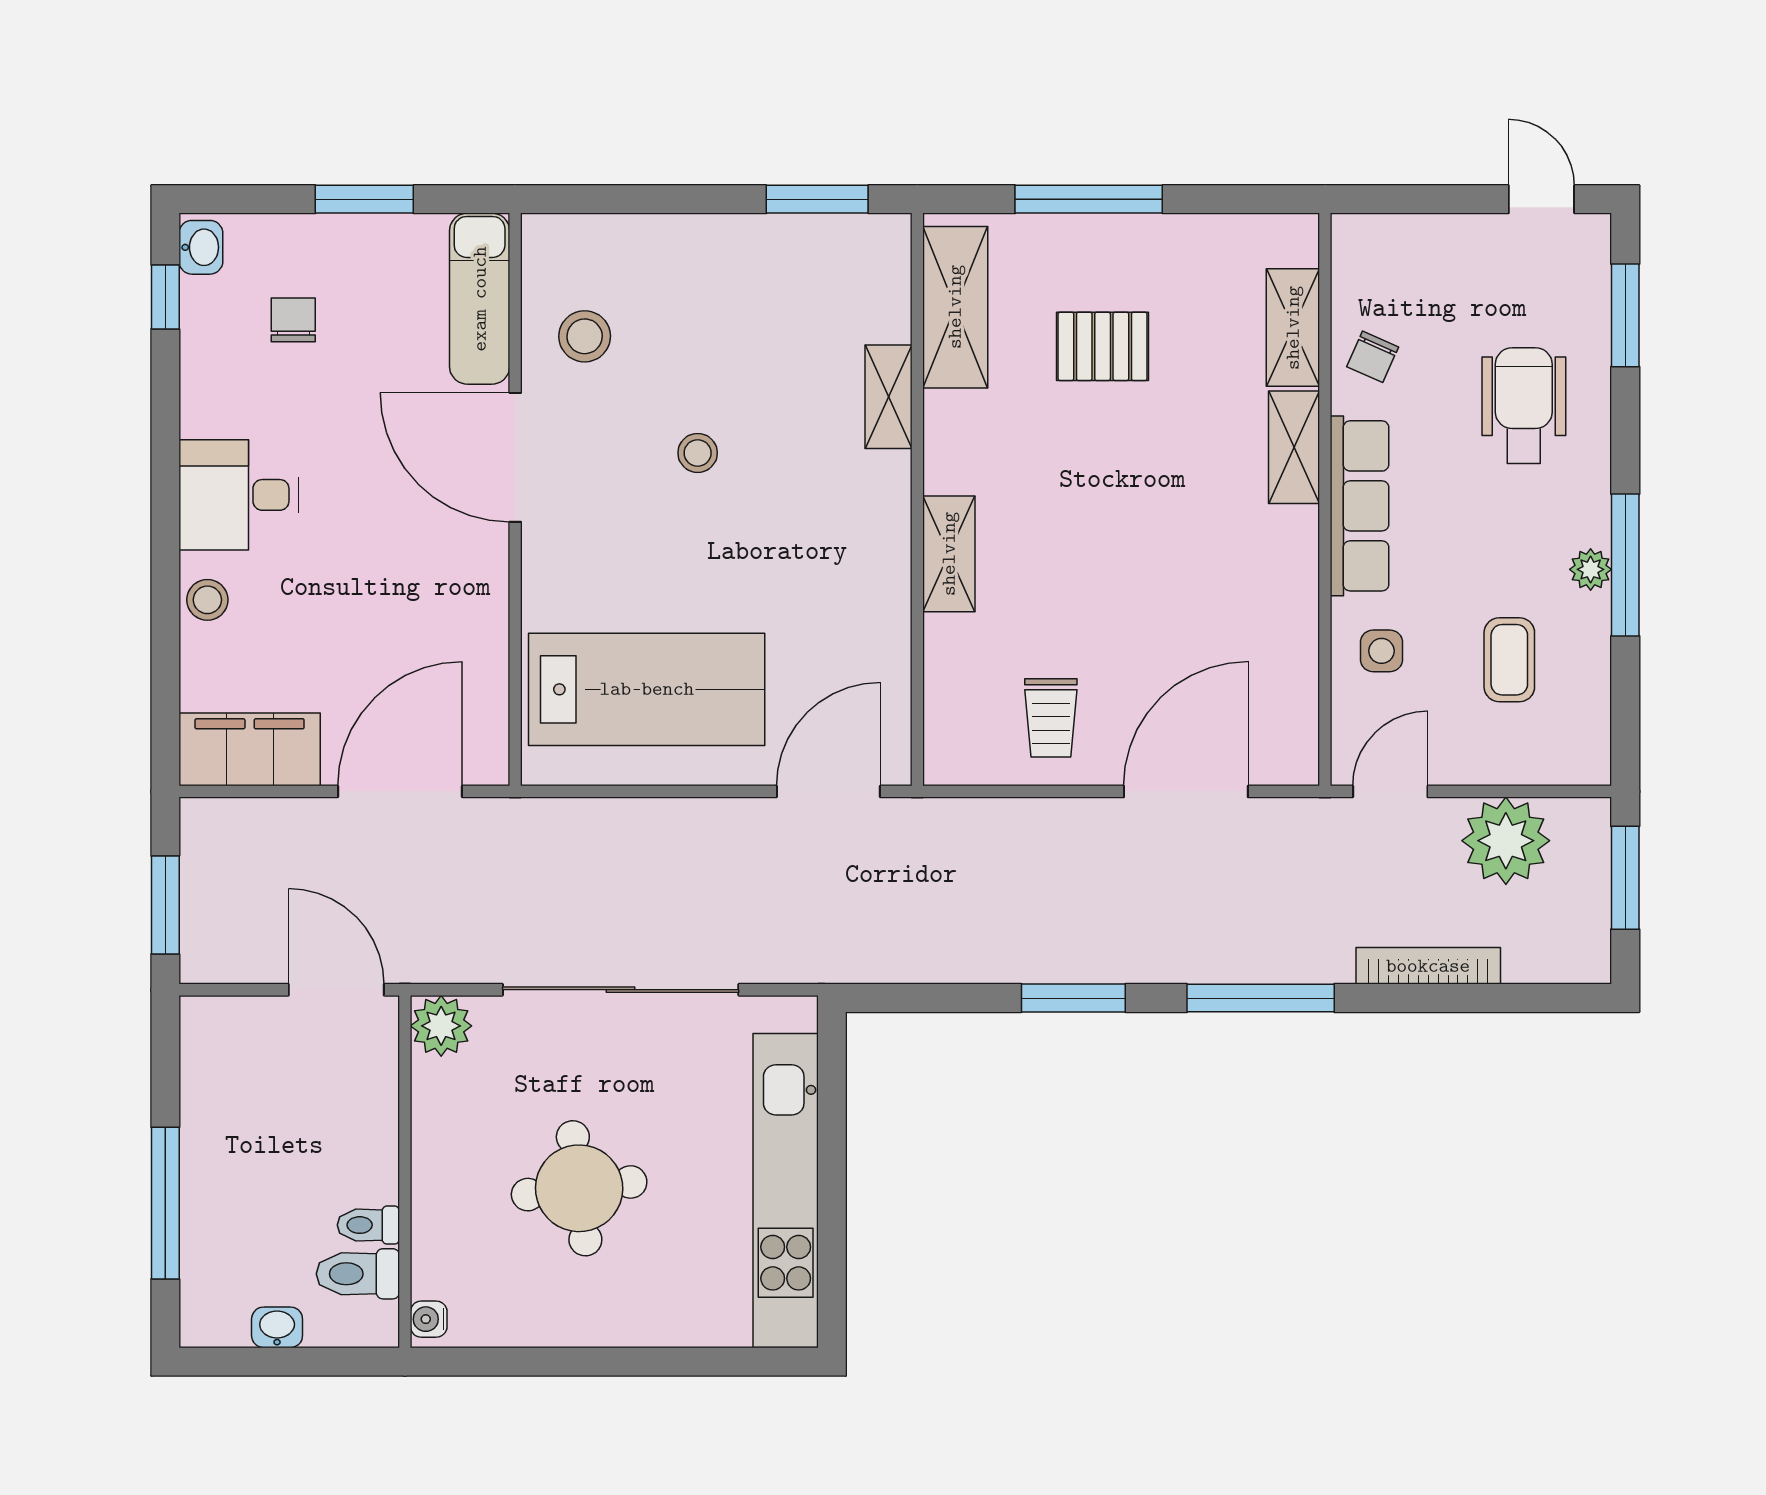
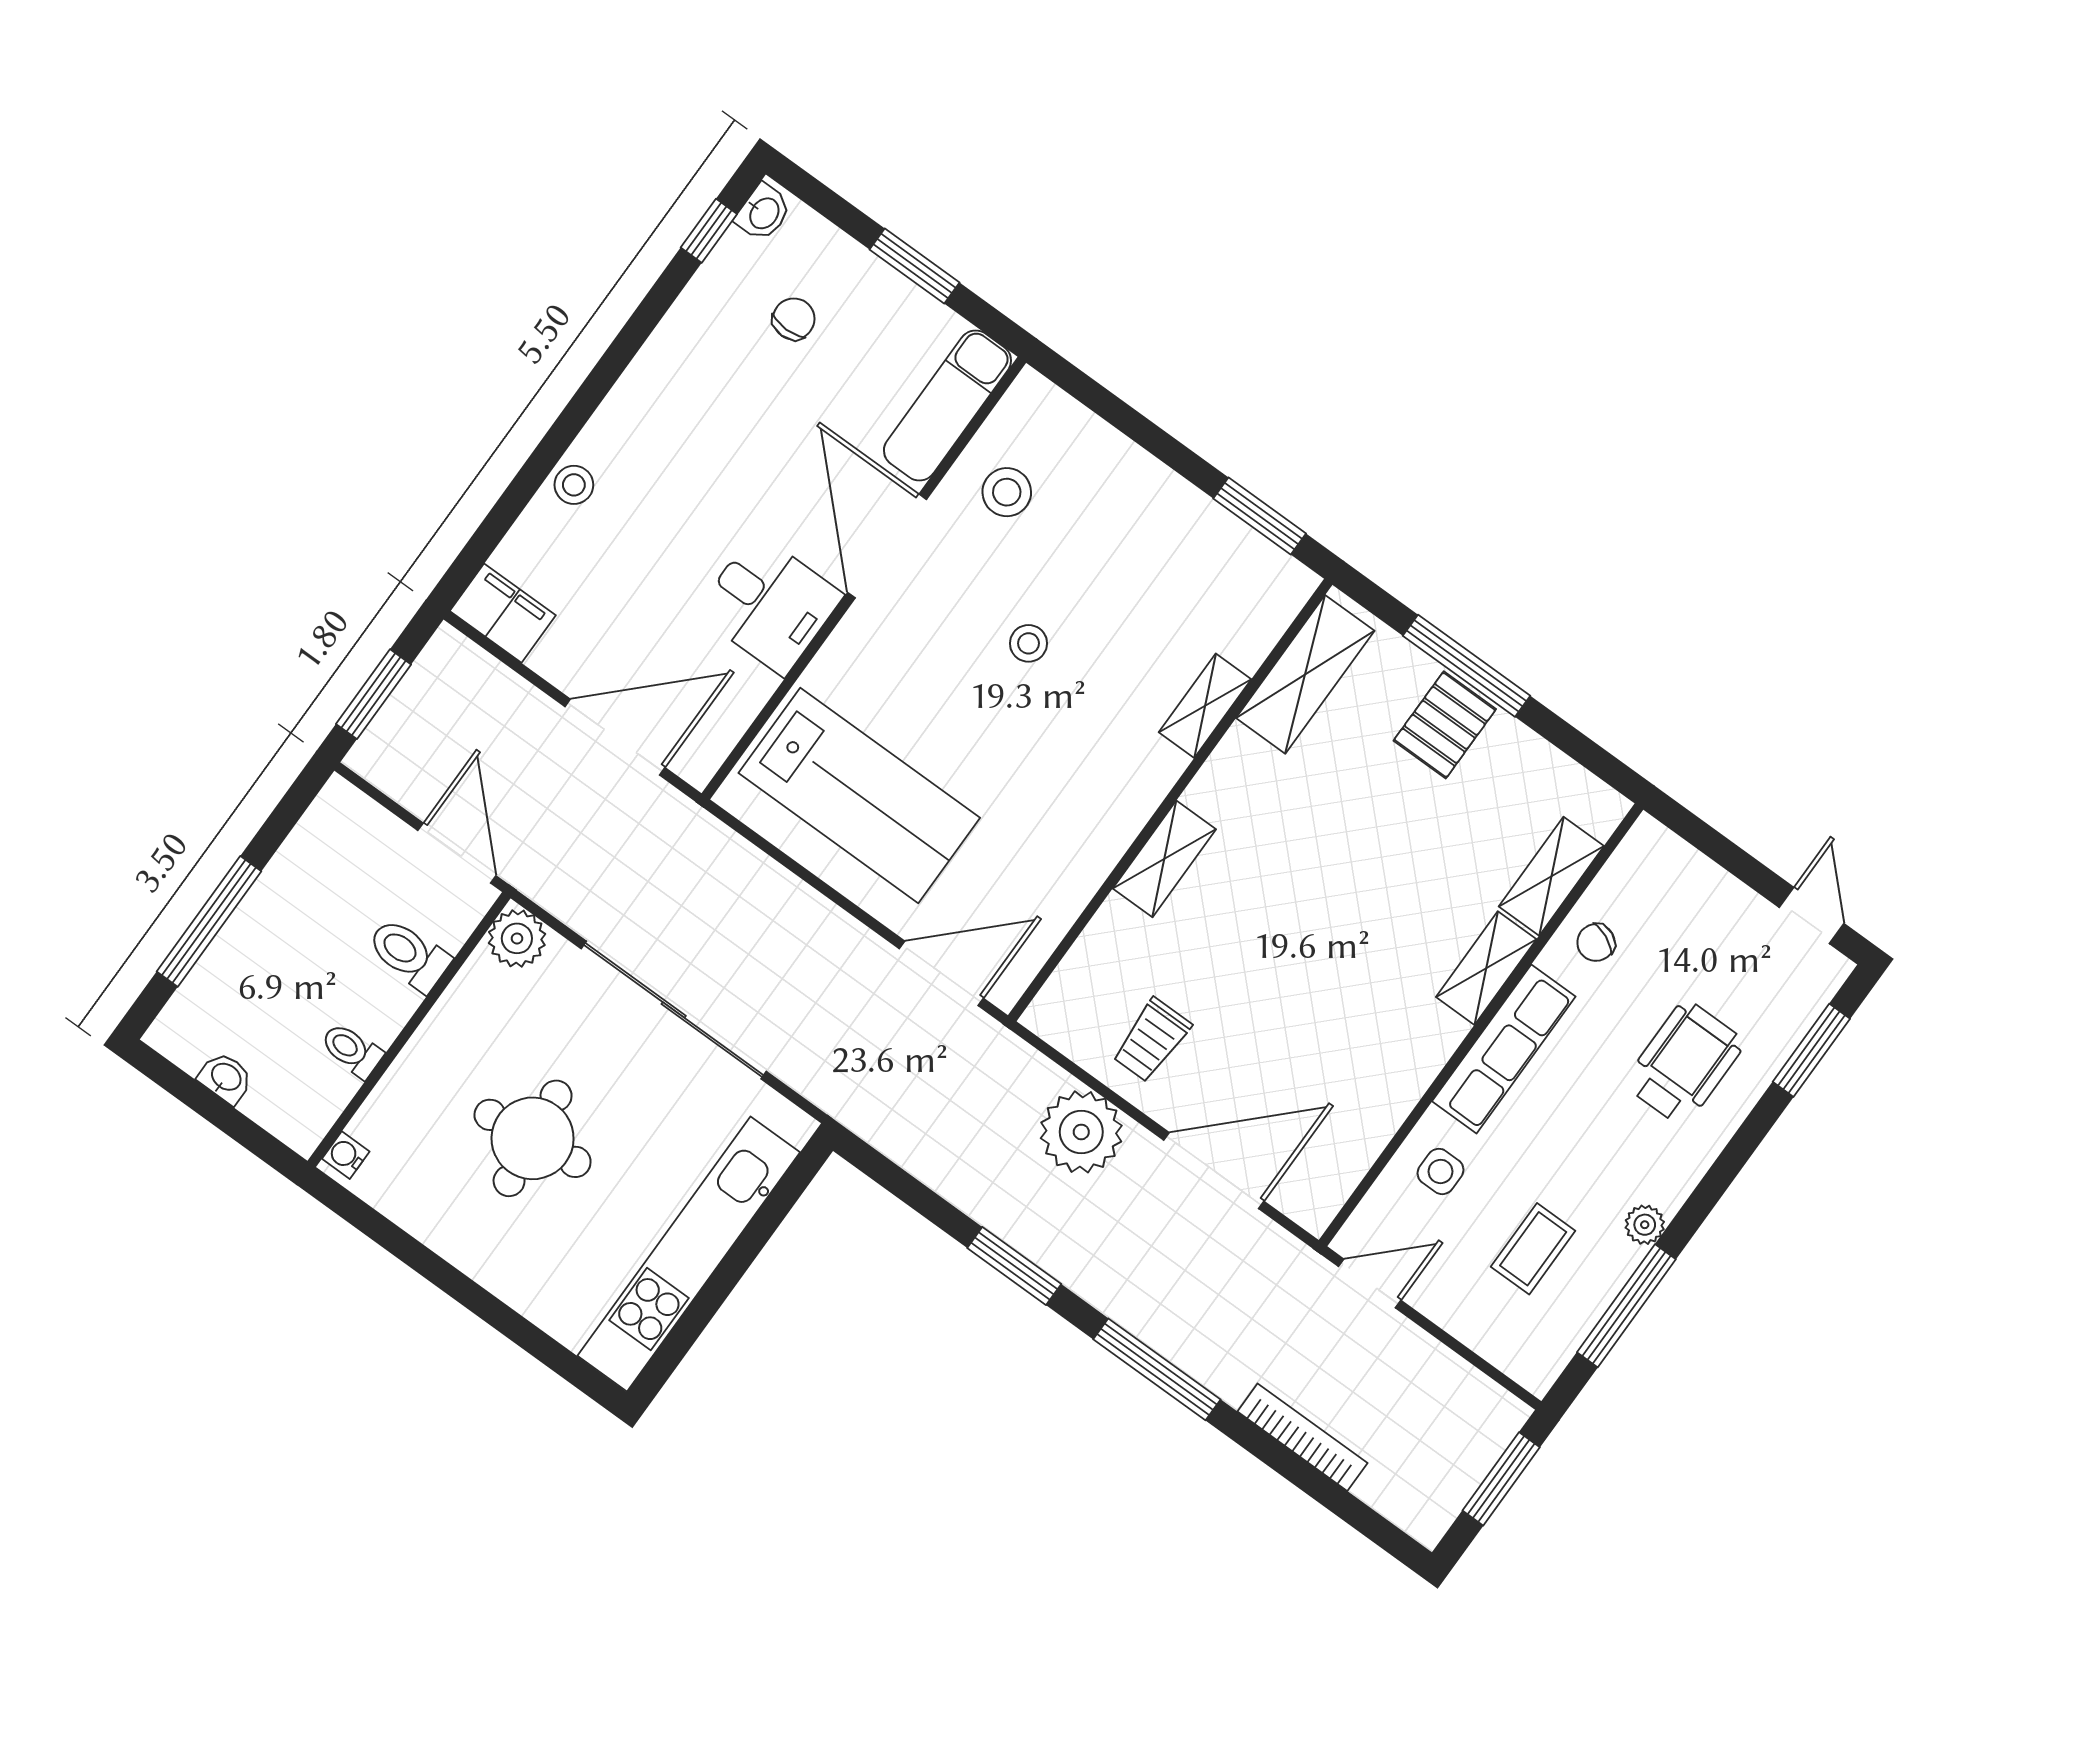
pallet: (1103, 346) -> (1445, 725), moved, turned 90
desk: (239, 495) -> (769, 604), moved, turned 180
window: (1625, 565) -> (1626, 1306), moved
filing cabinet: (250, 749) -> (503, 613), width x0.67, depth x0.86
plant: (1506, 841) -> (1081, 1132), moved
toilet: (358, 1274) -> (409, 954), moved

